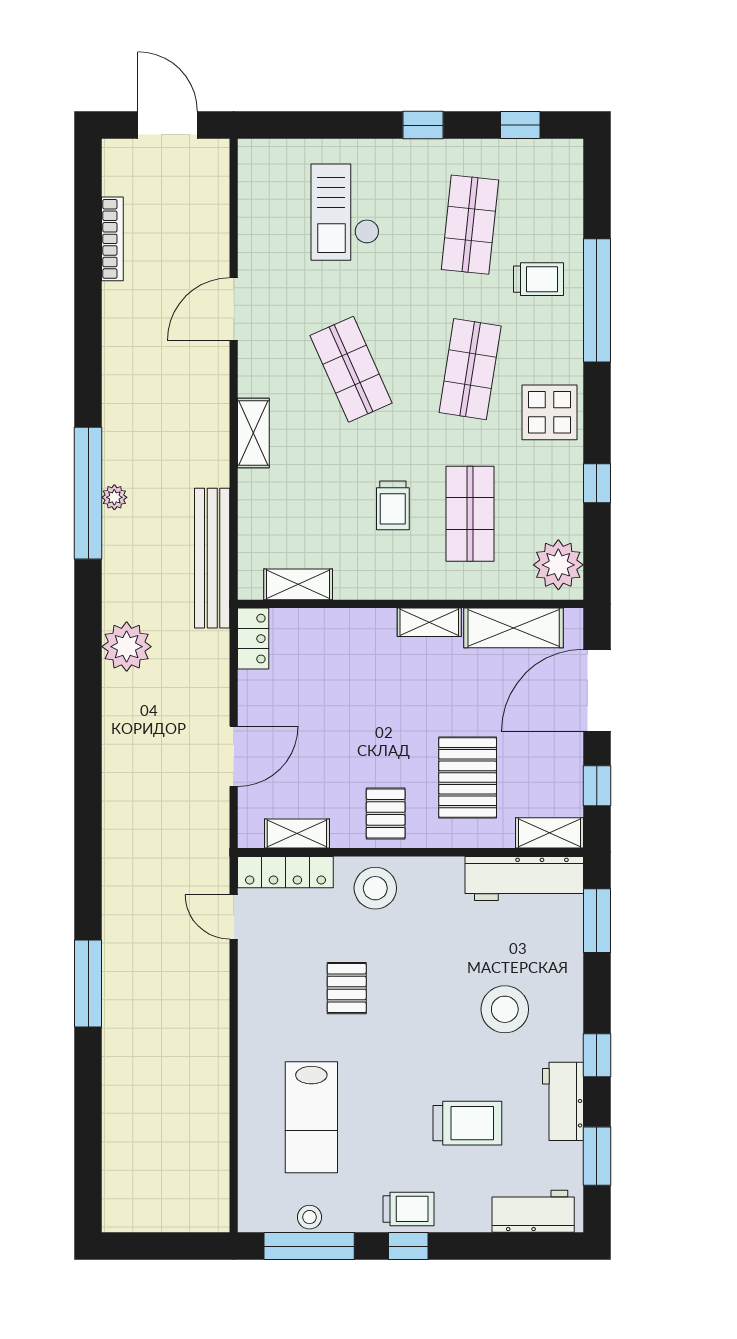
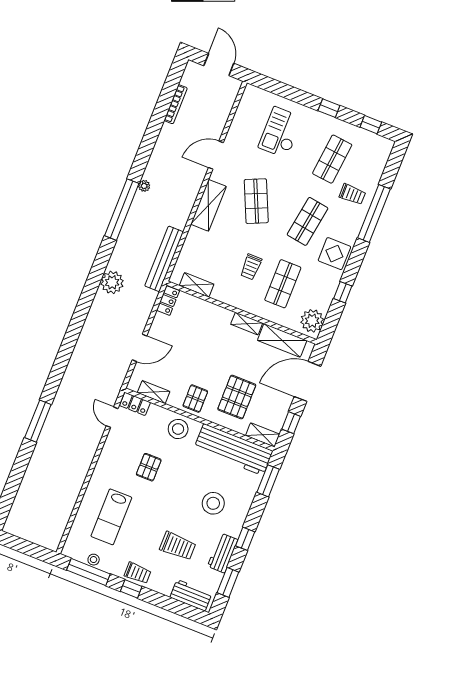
shelving: (253, 433) -> (208, 205), width x1.50, depth x1.33
plant: (114, 497) -> (144, 186), moved
locker: (285, 872) -> (135, 404), width x0.66
workbench: (524, 878) -> (233, 450), width x1.36, depth x1.32

